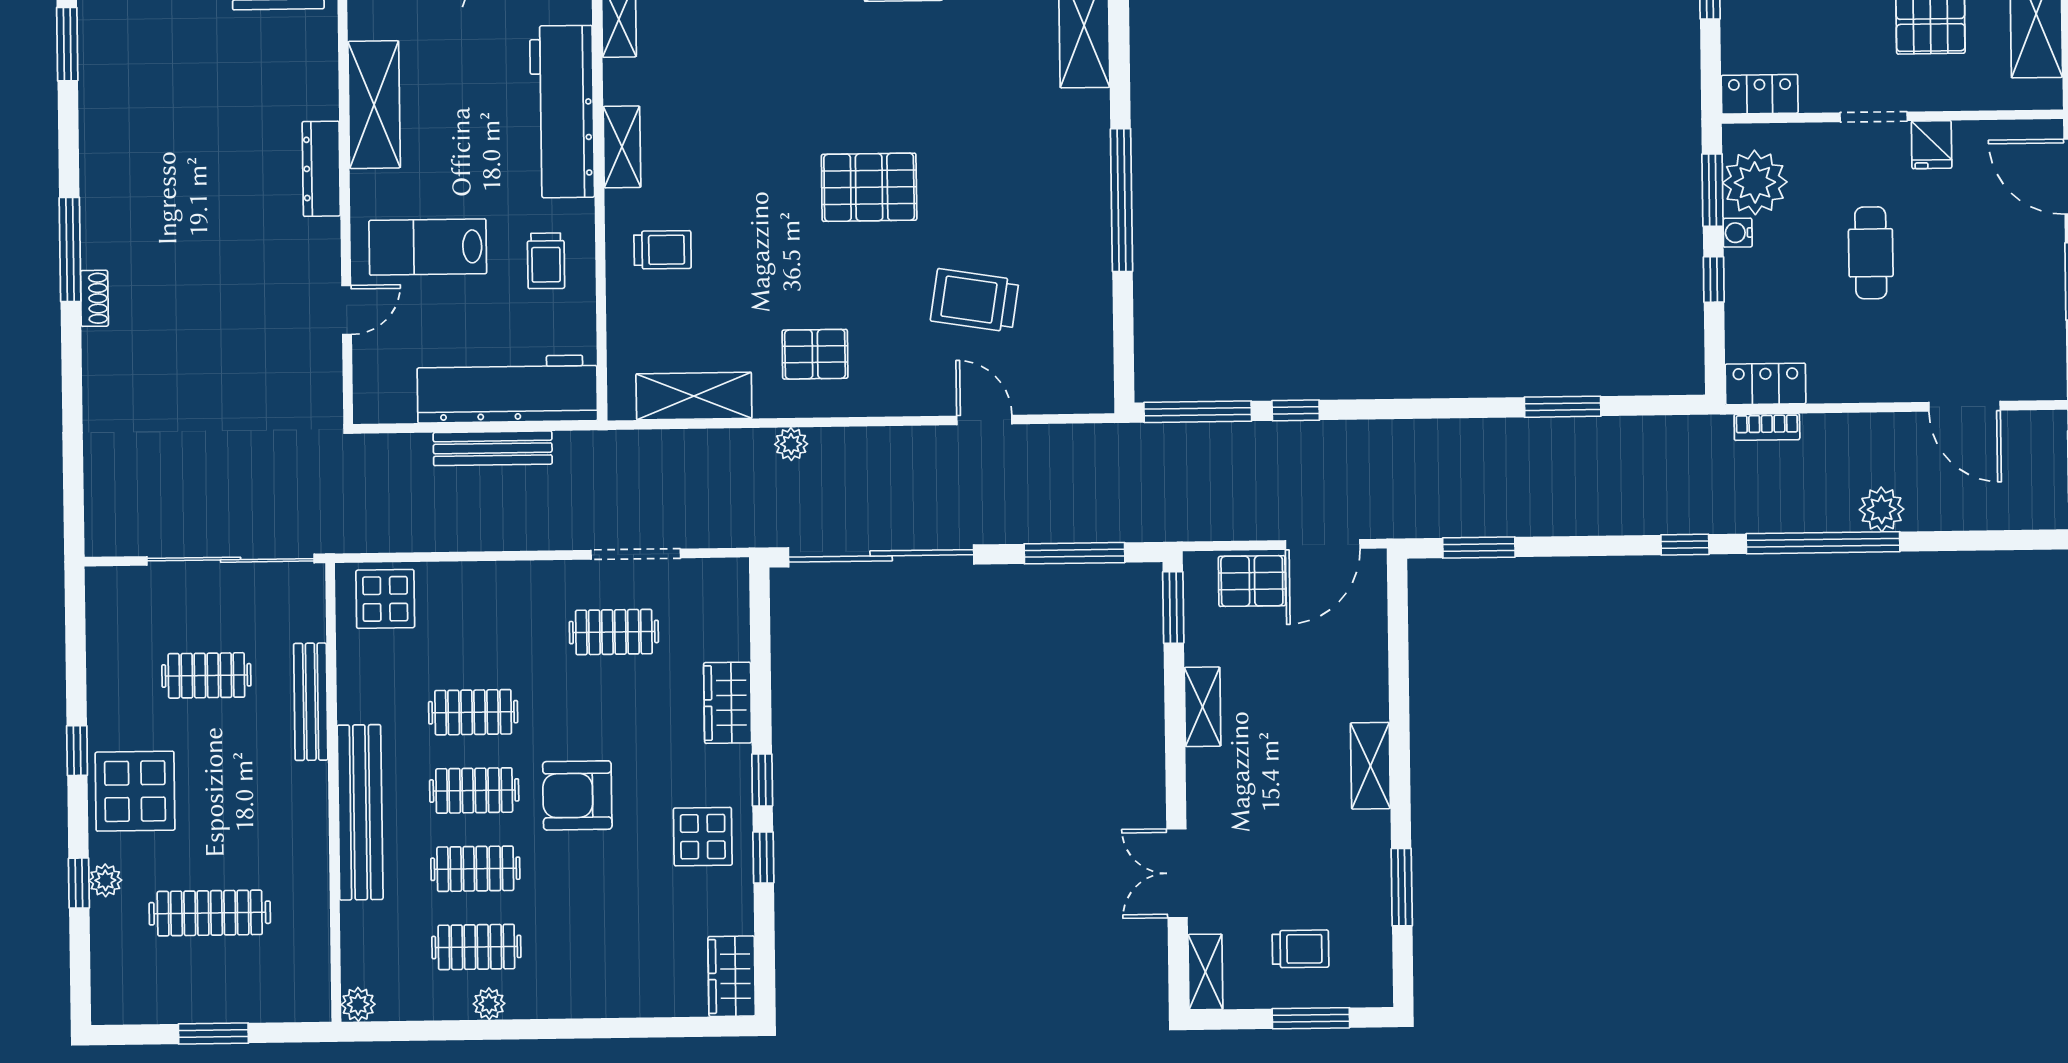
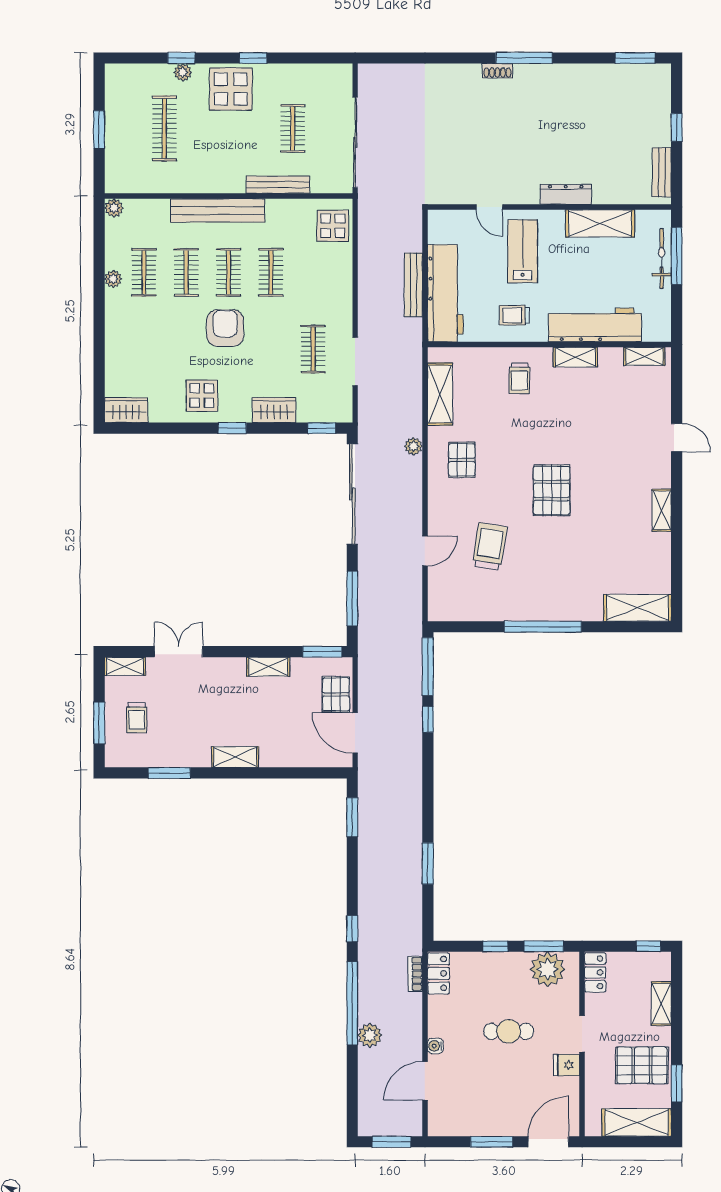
water cooler: (1738, 233) -> (435, 1046), moved, turned -90
window: (763, 858) -> (322, 428), moved

